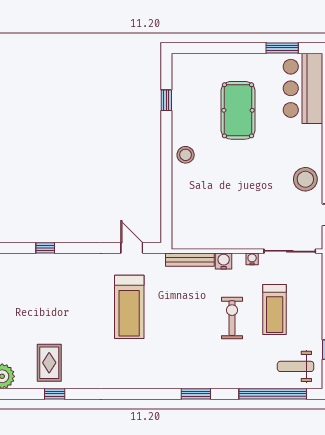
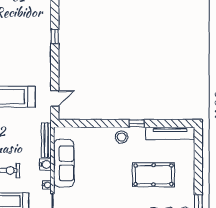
tv unit: (180, 87) -> (170, 133), added
window: (166, 100) -> (137, 123), moved
sofa: (222, 235) -> (64, 163), added

